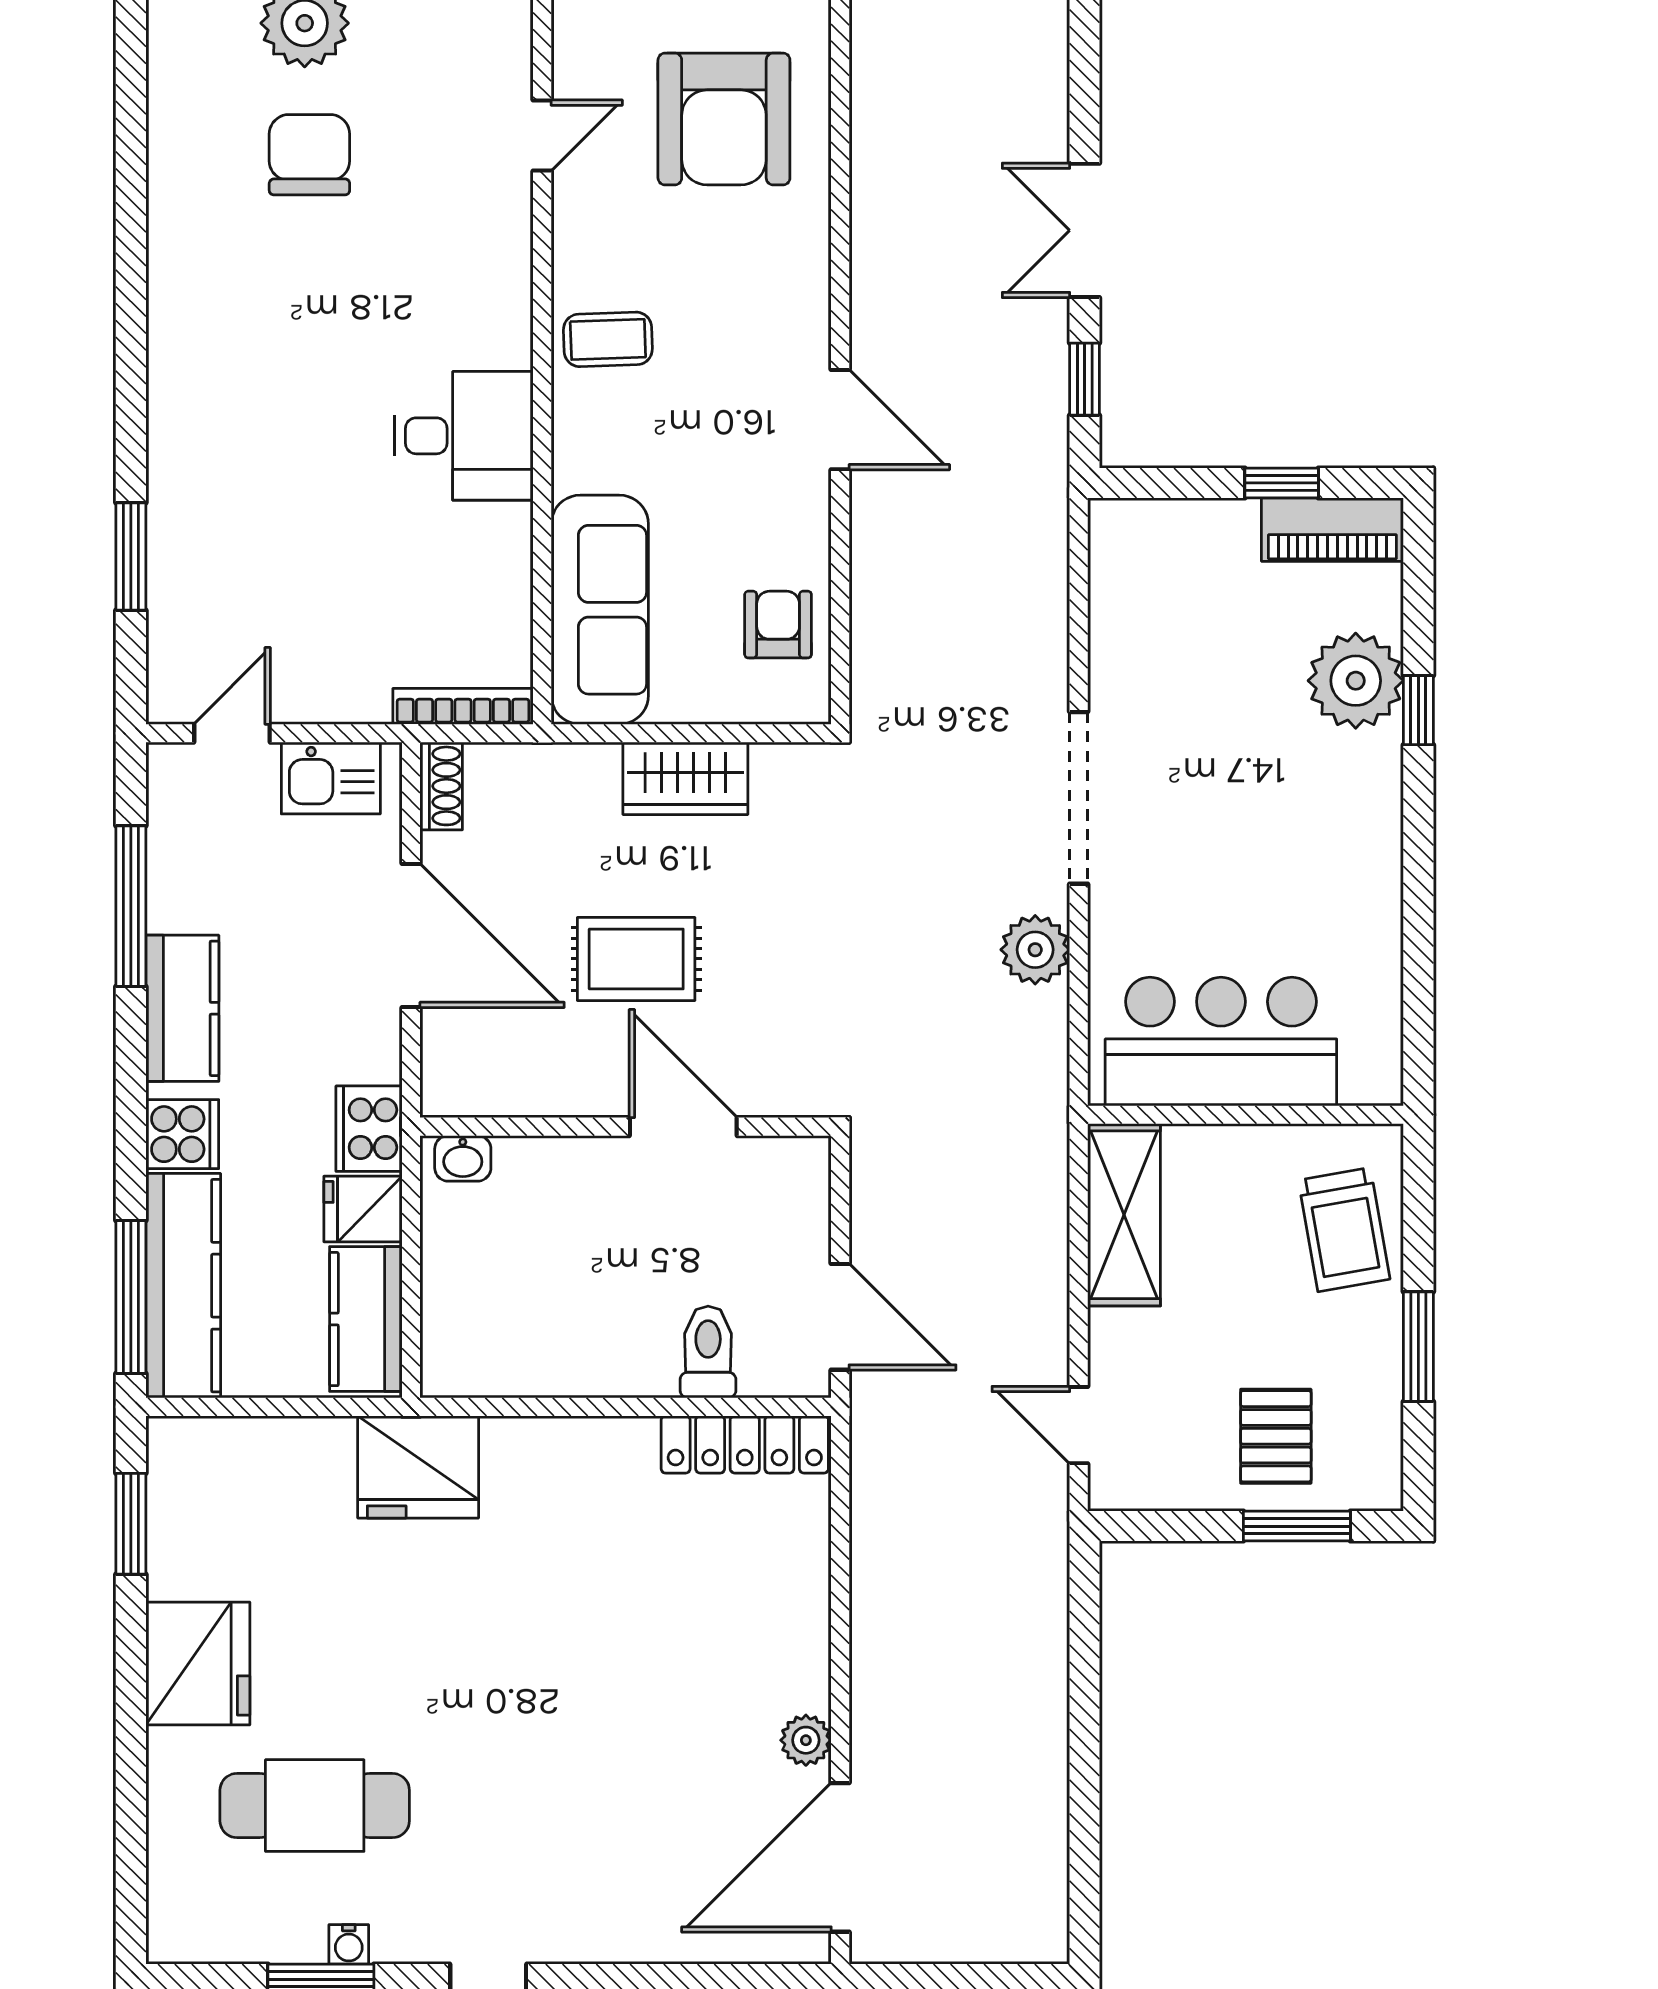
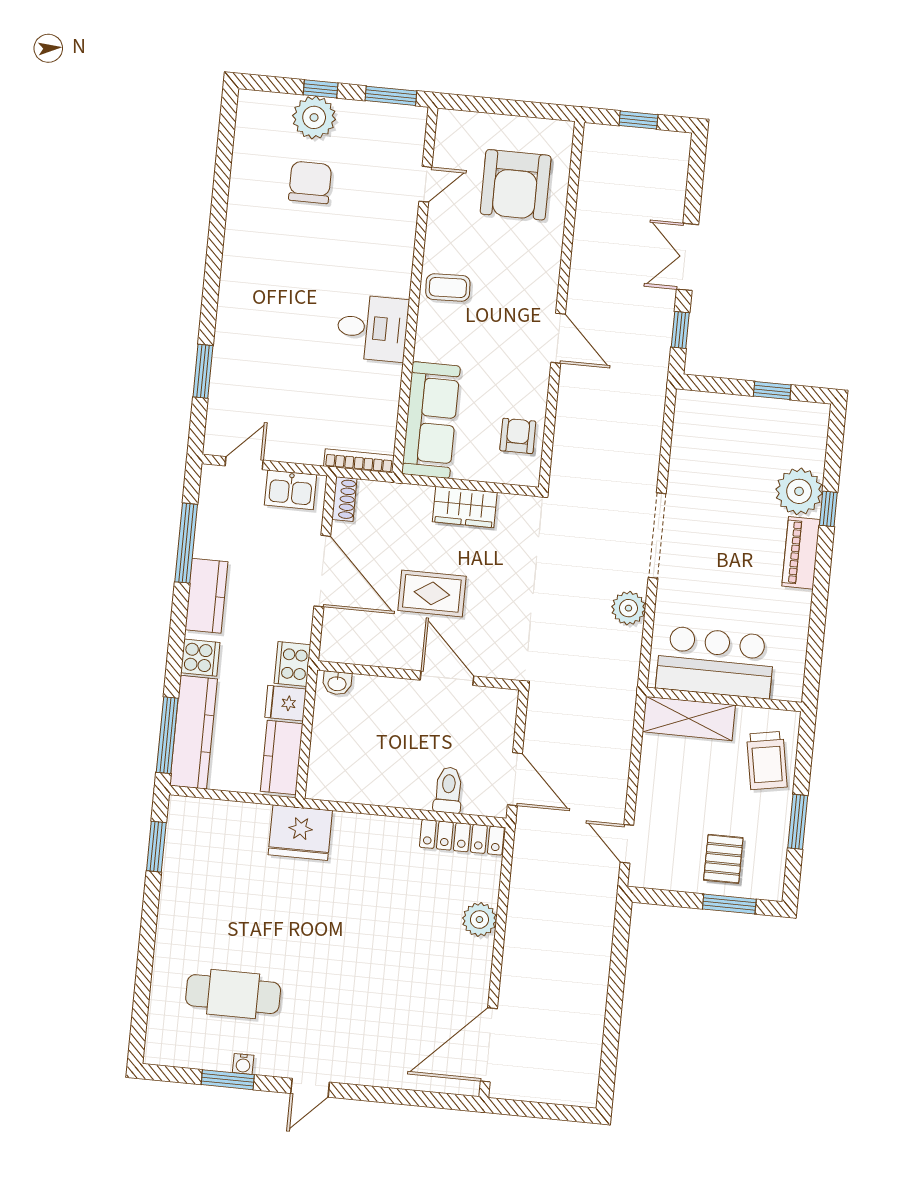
piano: (1332, 530) -> (801, 553), moved, turned 90
shelving: (1124, 1215) -> (689, 718), moved, turned 90
fridge: (198, 1663) -> (182, 919), removed
plant: (806, 1740) -> (479, 920), moved, width x1.38, depth x1.38

